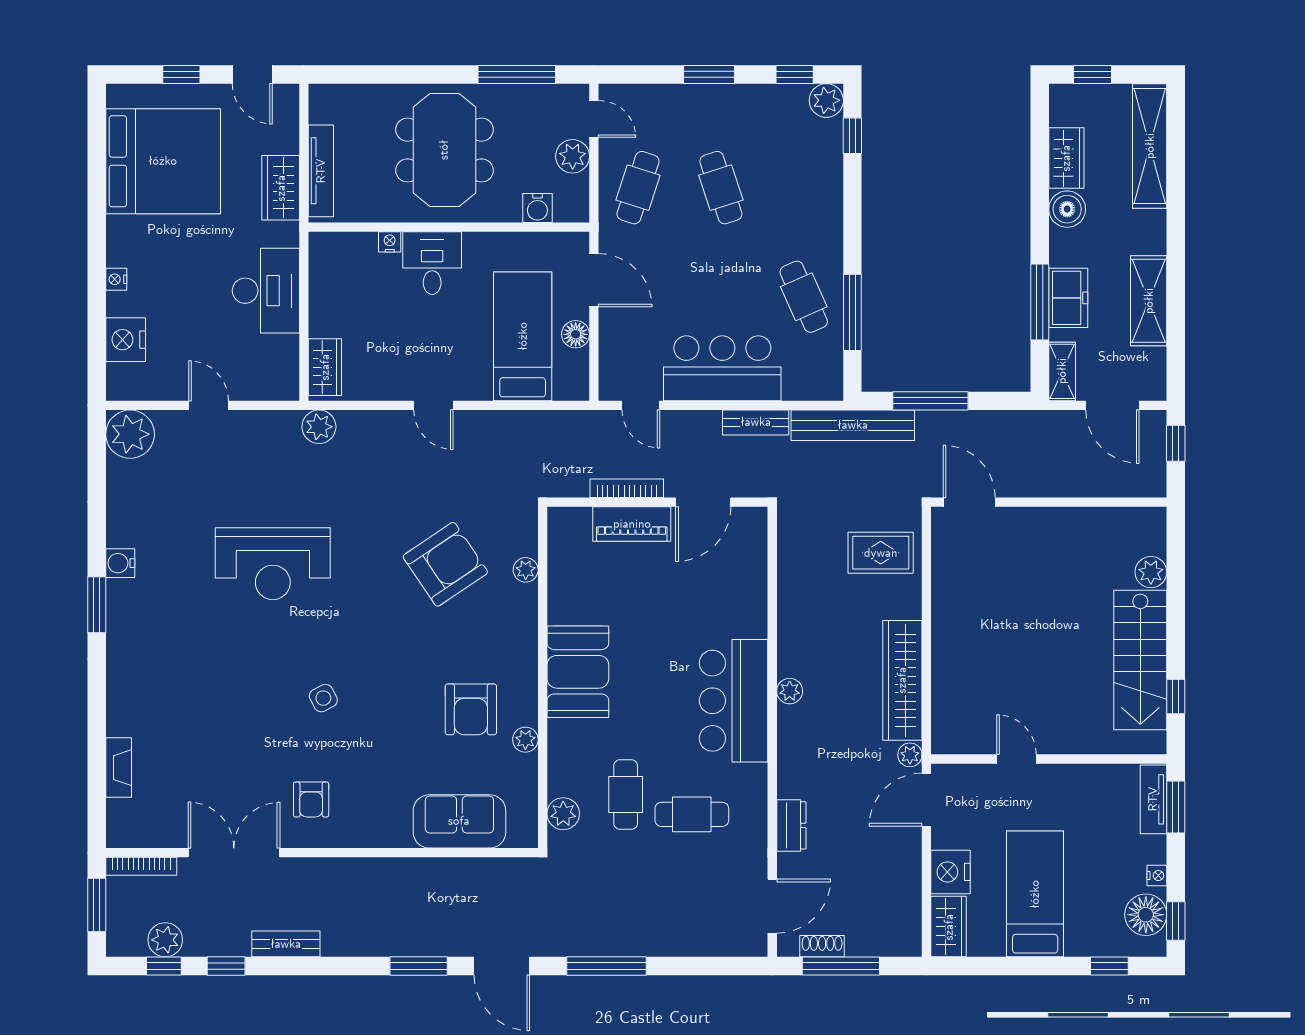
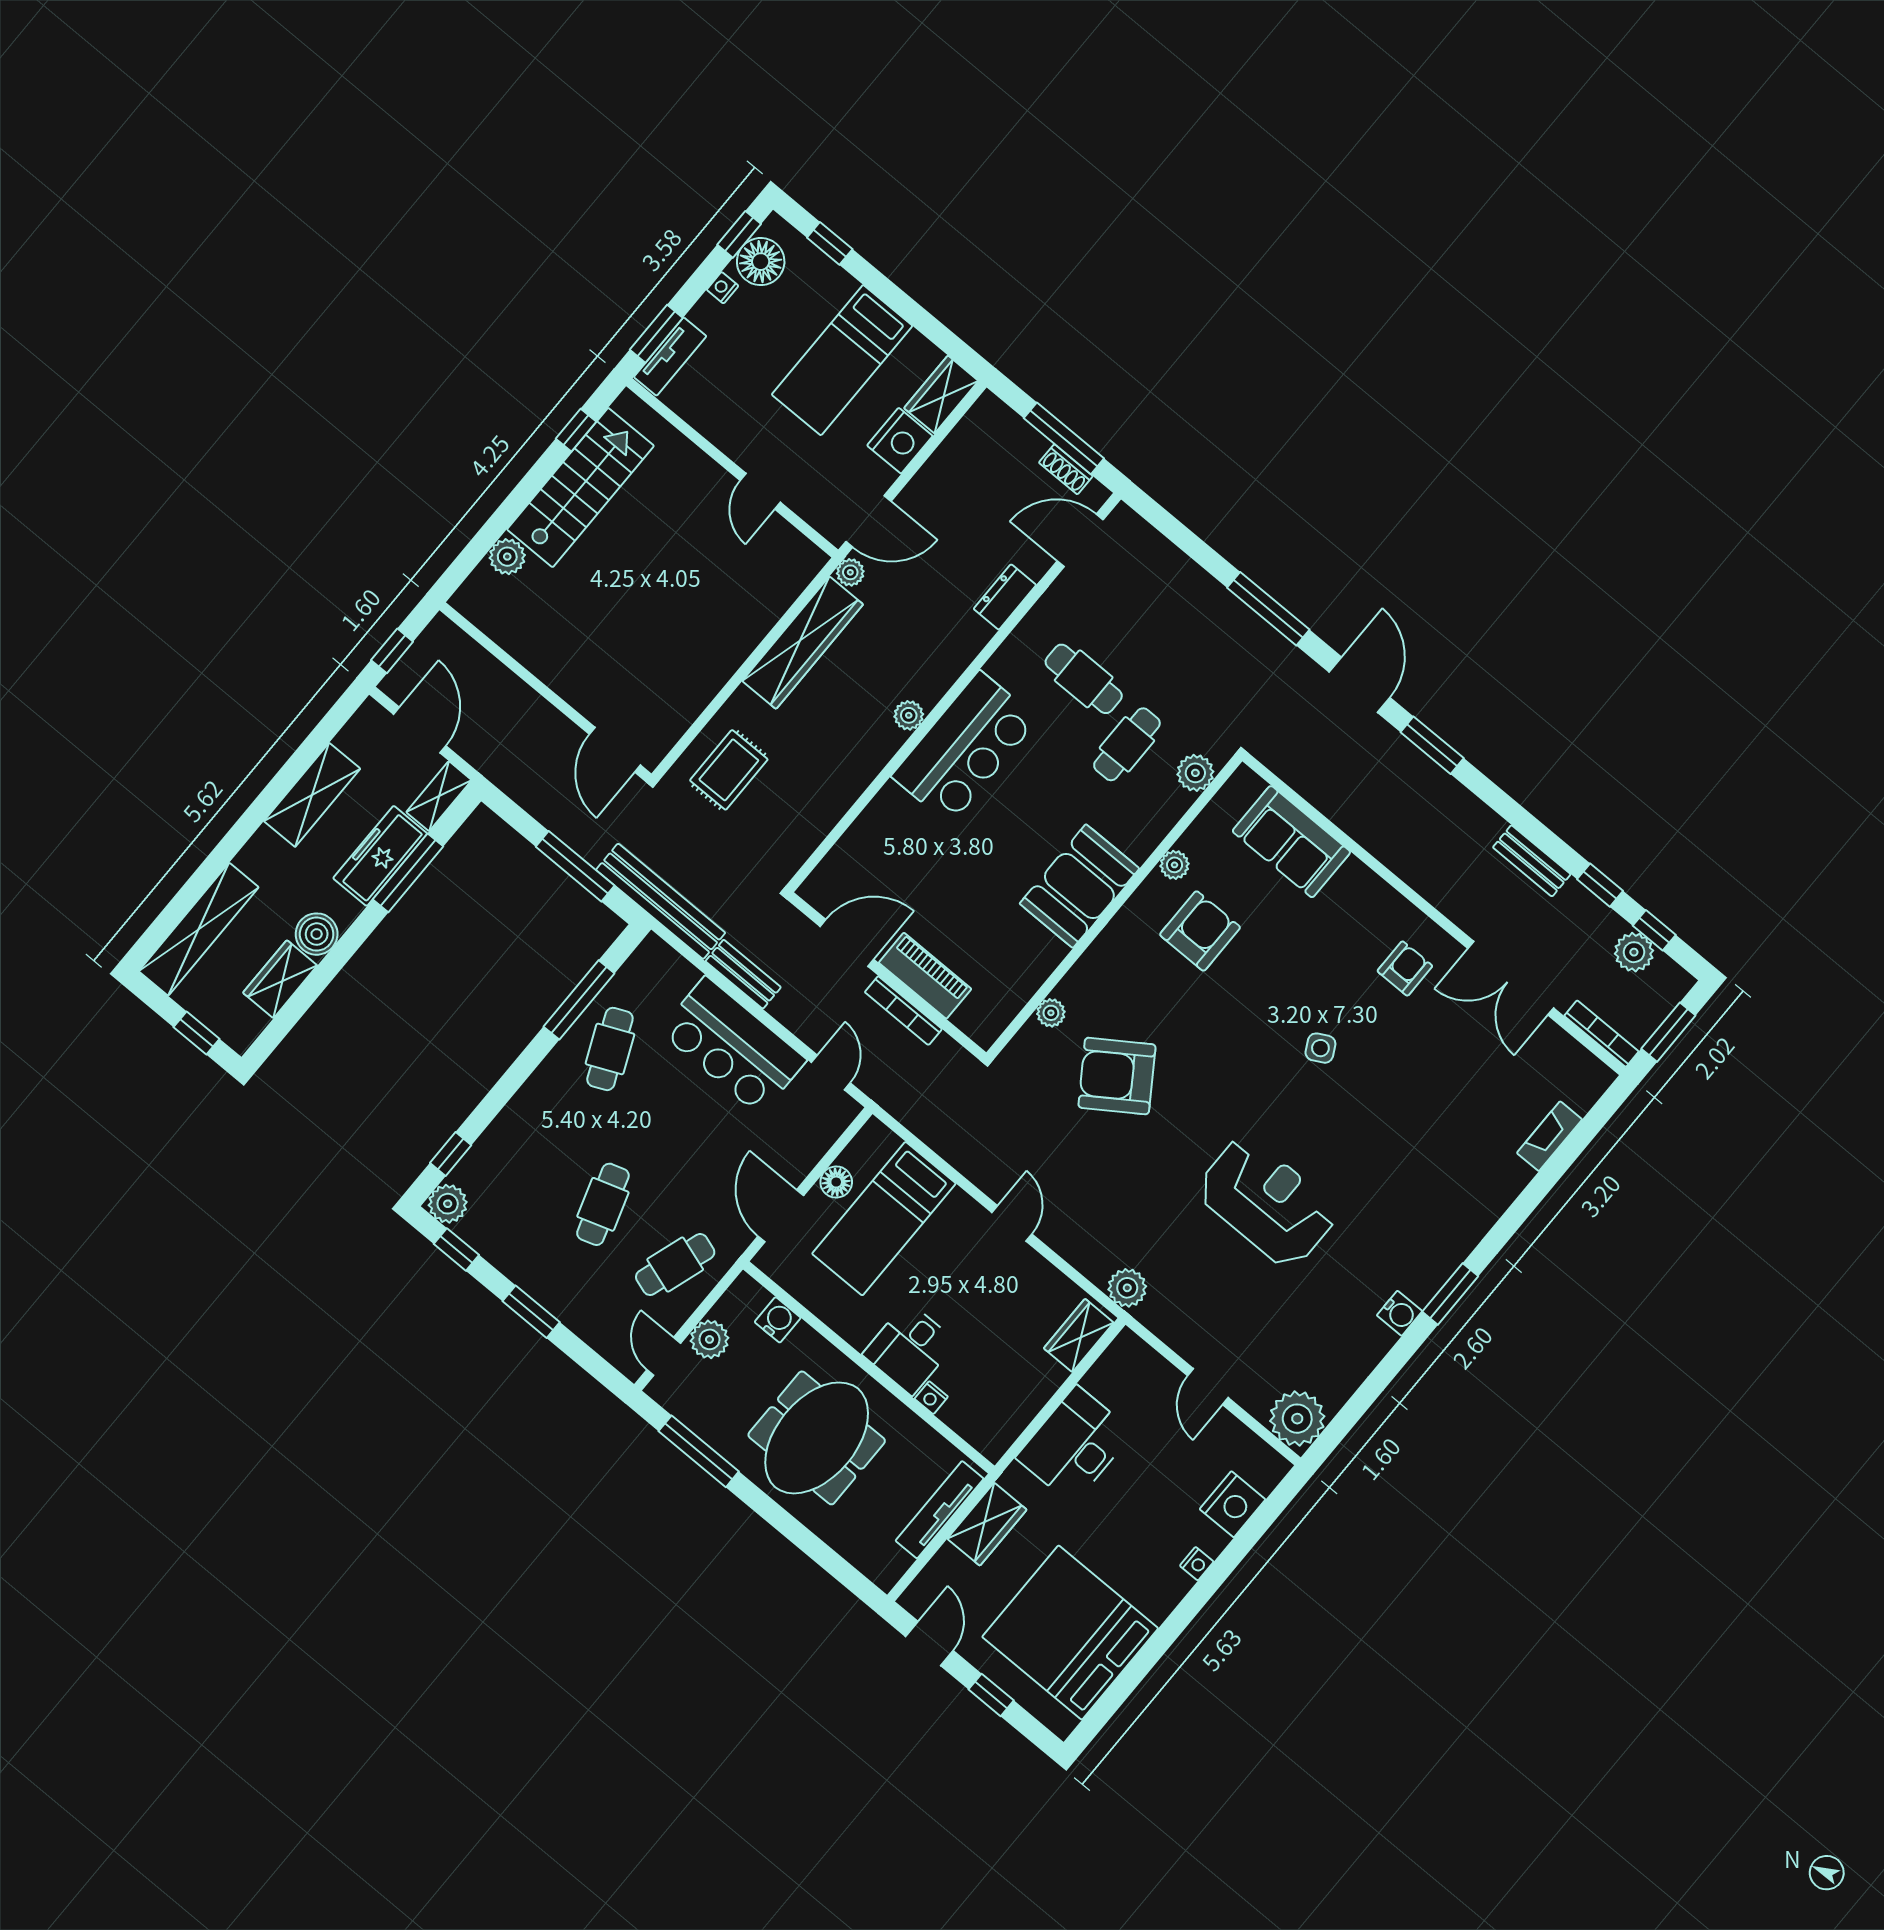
freezer: (1068, 298) -> (380, 856), width x1.40
rug: (881, 553) -> (729, 770), turned 90

